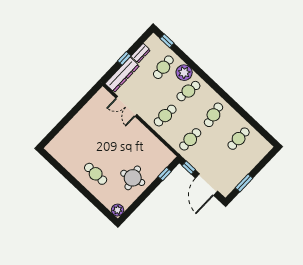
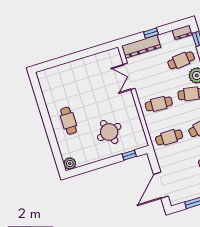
dresser: (141, 53) -> (182, 32), moved
window: (189, 168) -> (154, 162), removed
round table: (133, 178) -> (109, 132), moved

